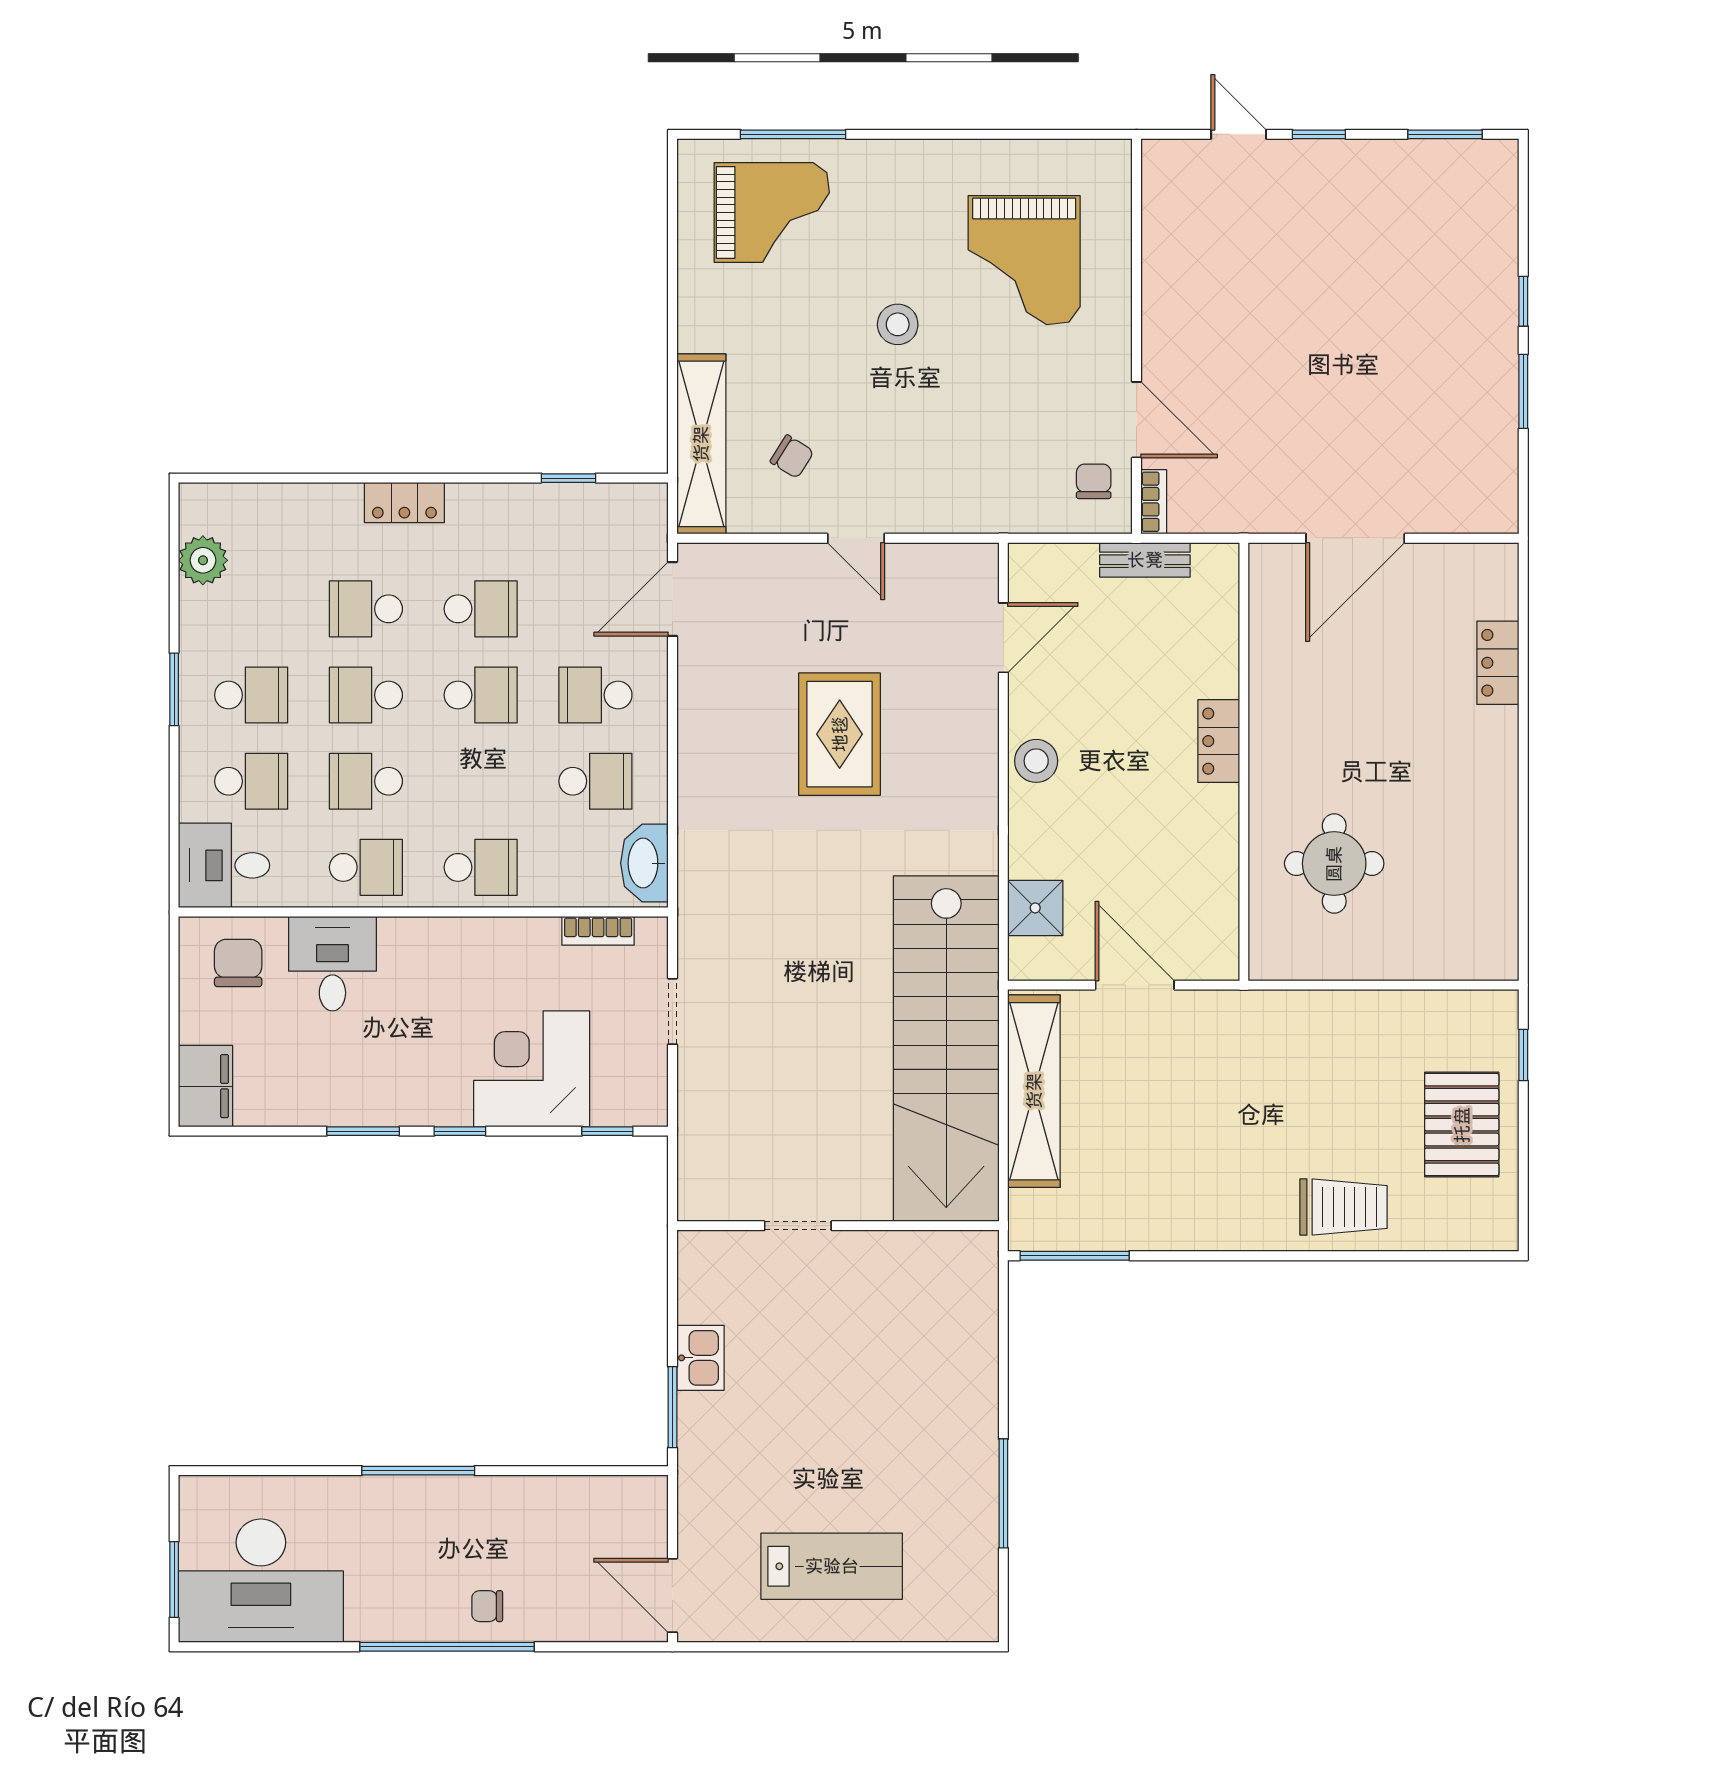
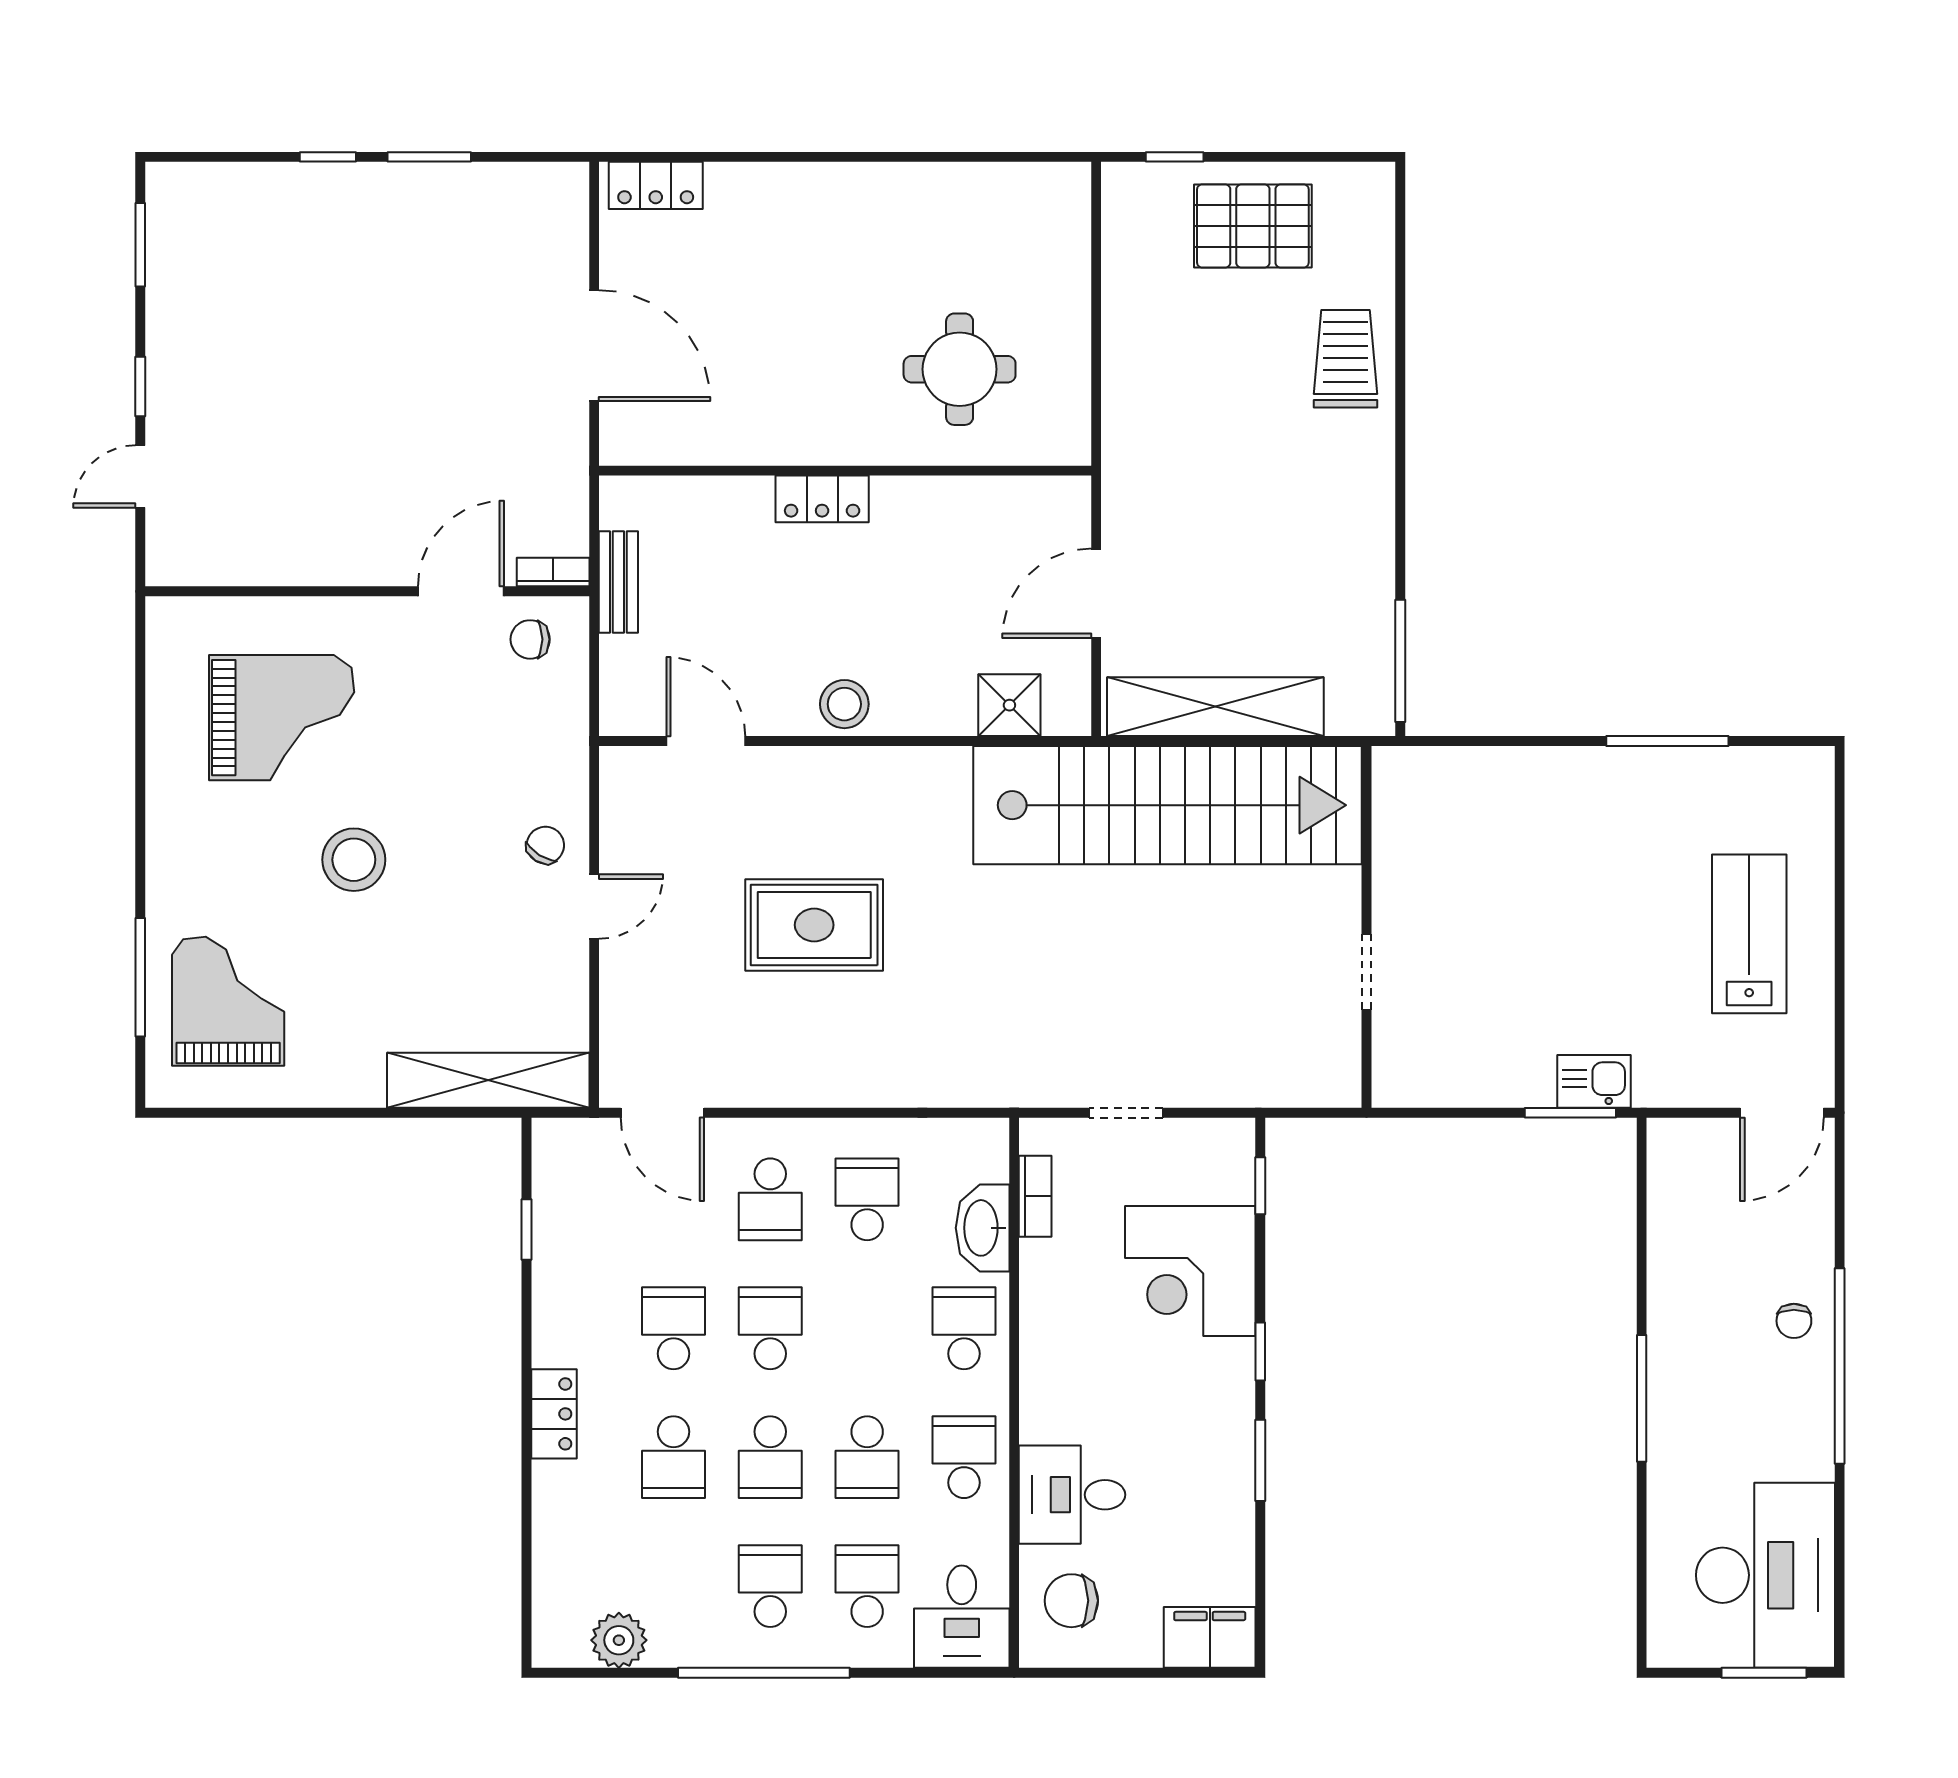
stool: (898, 324) -> (354, 860), width x1.38, depth x1.38
chair: (792, 457) -> (545, 845), moved
locker: (1498, 663) -> (656, 185), moved
window: (174, 689) -> (764, 1673), width x2.11
washbasin: (644, 863) -> (983, 1228), moved, turned 90
kitchen sink: (700, 1358) -> (1594, 1081), moved

